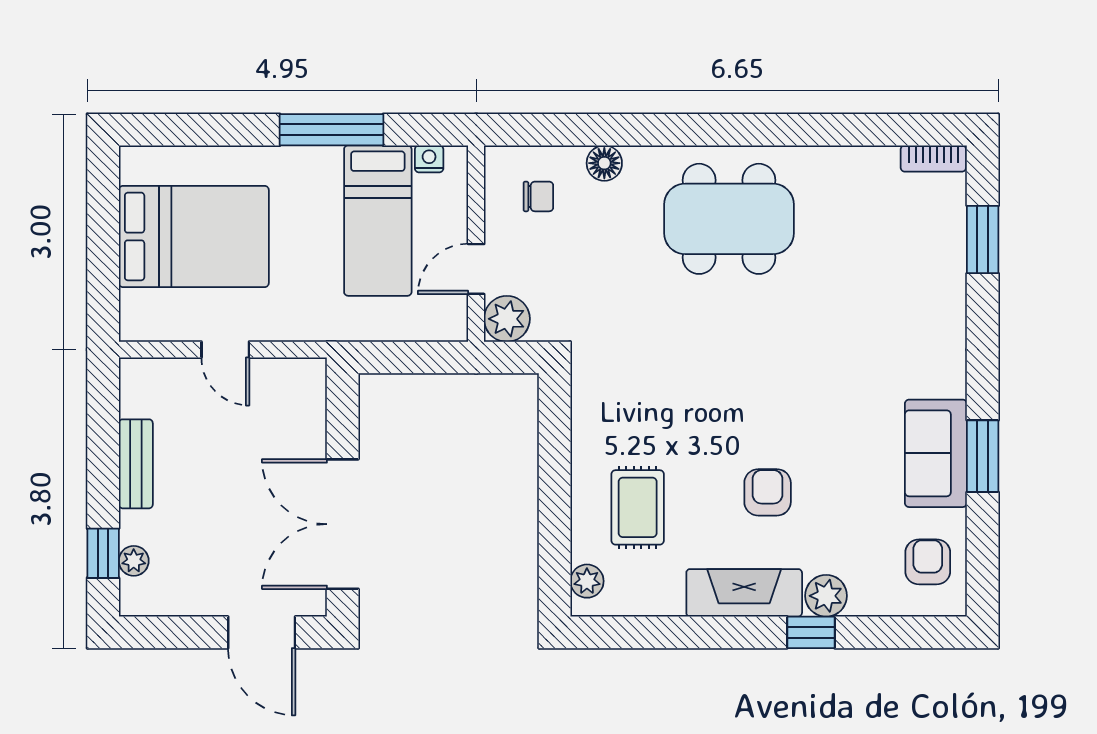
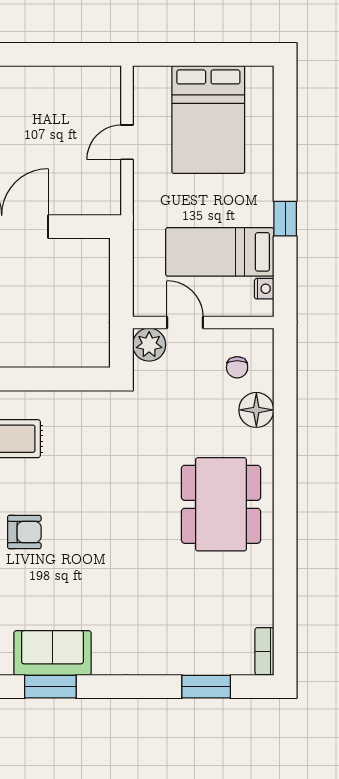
window: (332, 130) -> (285, 219), width x0.46
floor lamp: (604, 163) -> (256, 410), width x1.38, depth x1.38
bench: (136, 464) -> (45, 78), removed

